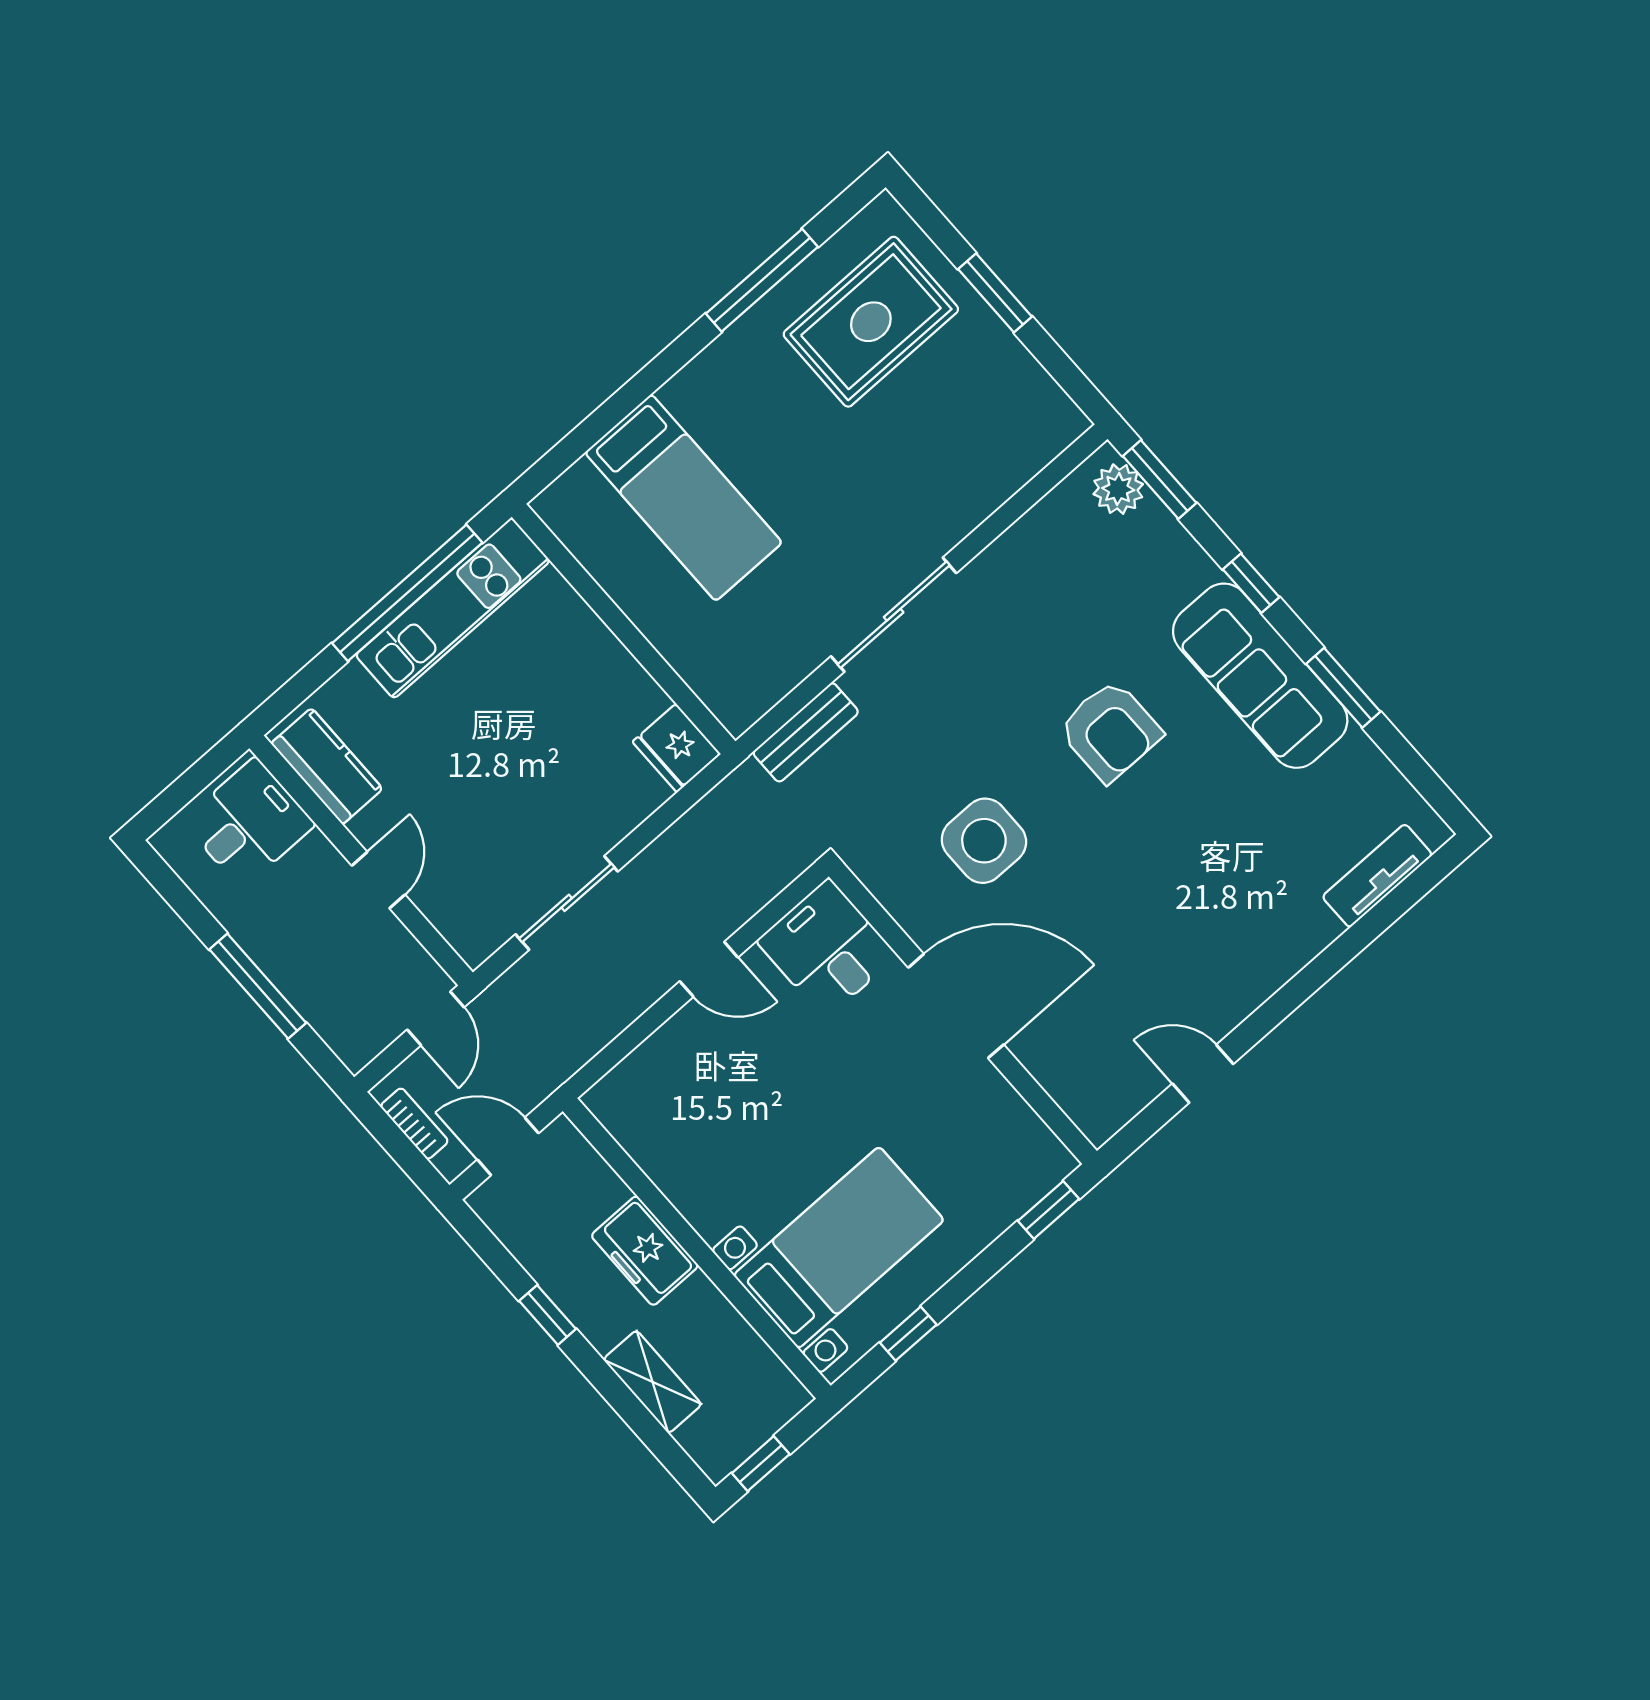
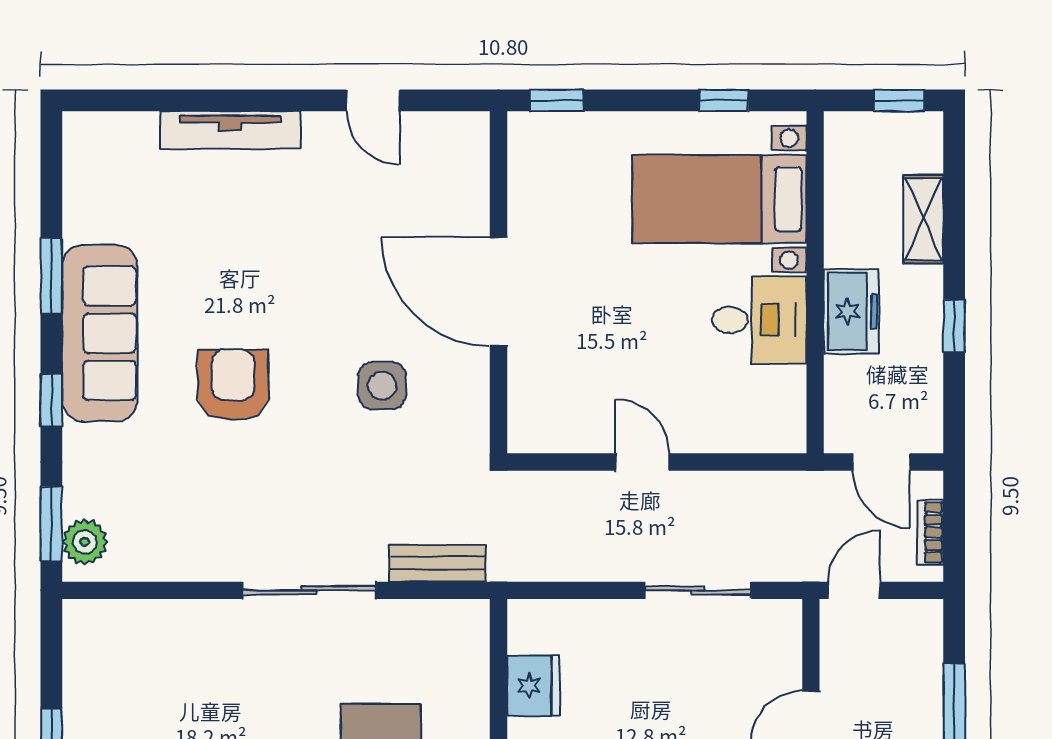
fridge: (677, 748) -> (533, 686), moved
side table: (984, 841) -> (382, 386), width x0.73, depth x0.73
tv unit: (1377, 876) -> (230, 130), moved, width x1.41
desk: (827, 948) -> (759, 320), moved, turned -90

